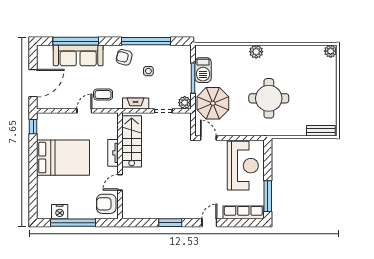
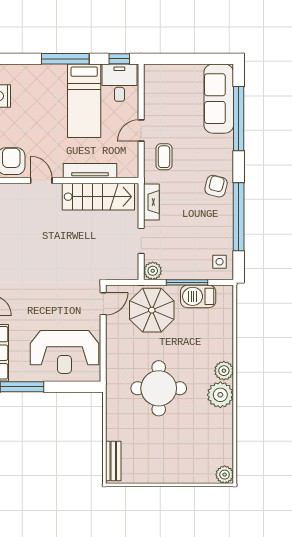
plant: (273, 54) -> (220, 395), added
sofa: (78, 55) -> (219, 99), moved
side table: (148, 71) -> (220, 262), moved
door: (33, 83) -> (180, 59), removed
door: (84, 111) -> (141, 131), swing flipped
desk: (50, 126) -> (119, 83), added
tv unit: (113, 153) -> (90, 171), width x1.41
bed: (63, 158) -> (84, 101), width x0.67
window: (33, 165) -> (65, 59), added

